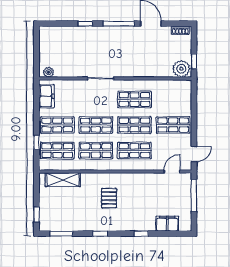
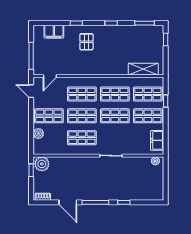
plant: (185, 104) -> (38, 134), added
door: (194, 154) -> (31, 91), hinge flipped
pallet: (109, 198) -> (86, 42), moved

